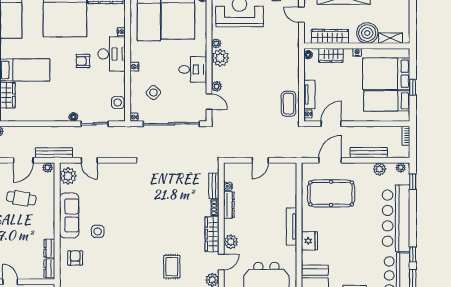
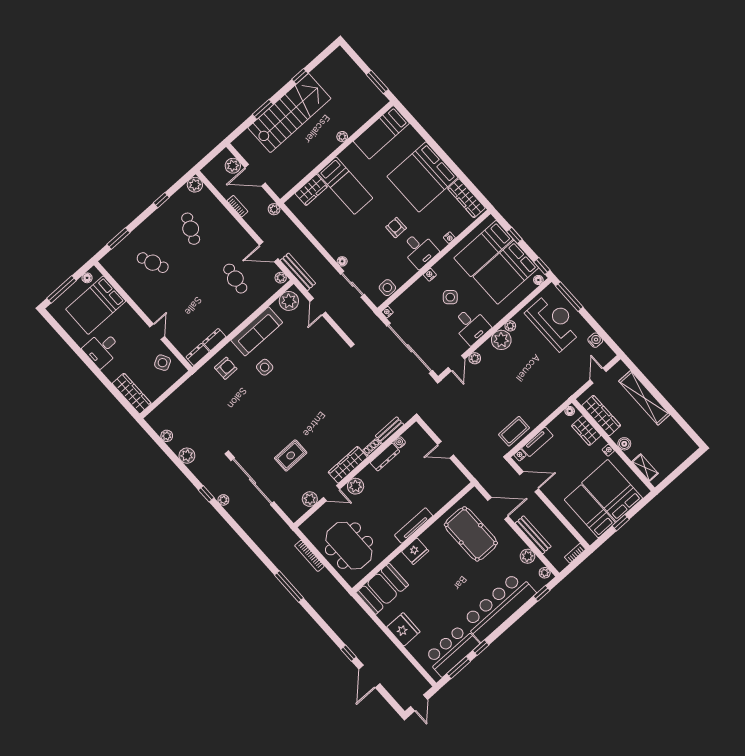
boiler: (367, 33) -> (624, 444), width x0.54, depth x0.54
desk: (112, 54) -> (419, 250), width x0.73
side table: (153, 93) -> (450, 297), moved

